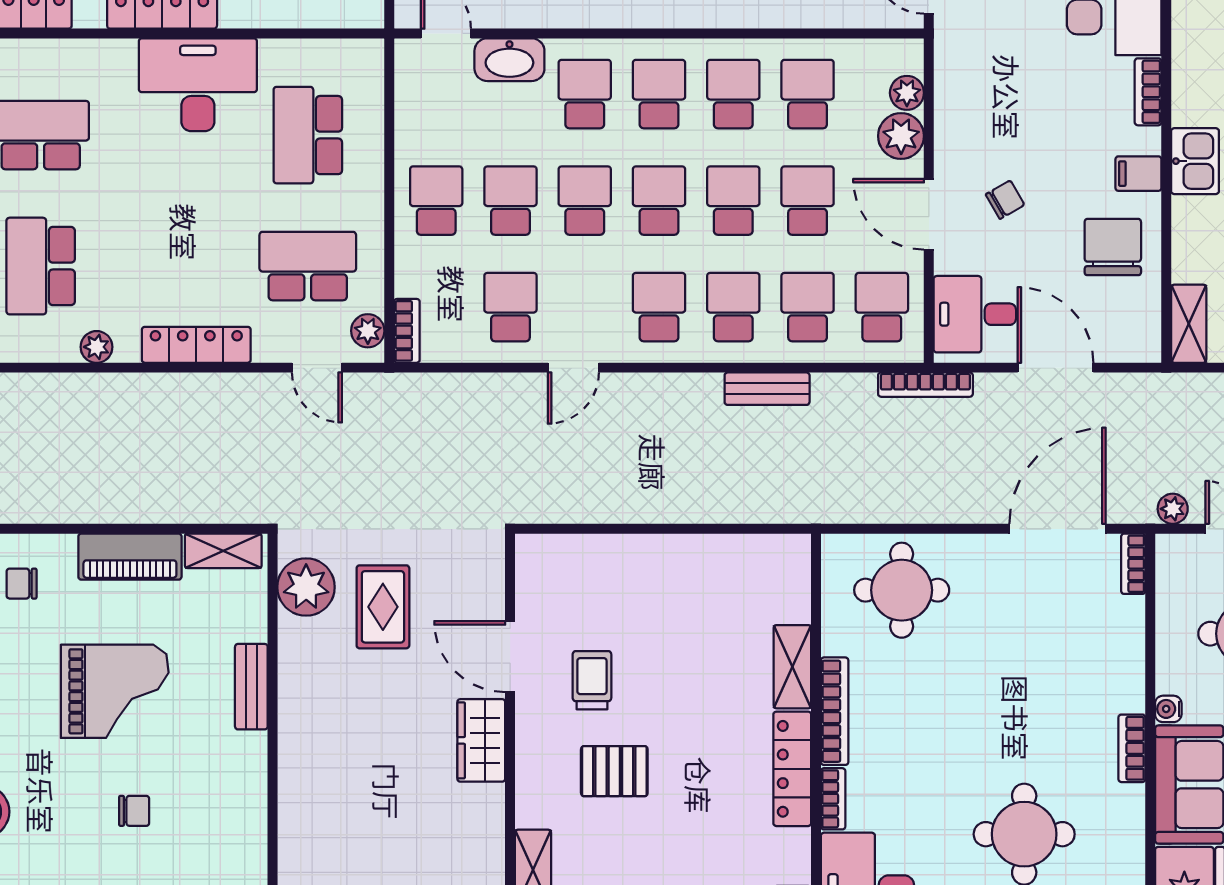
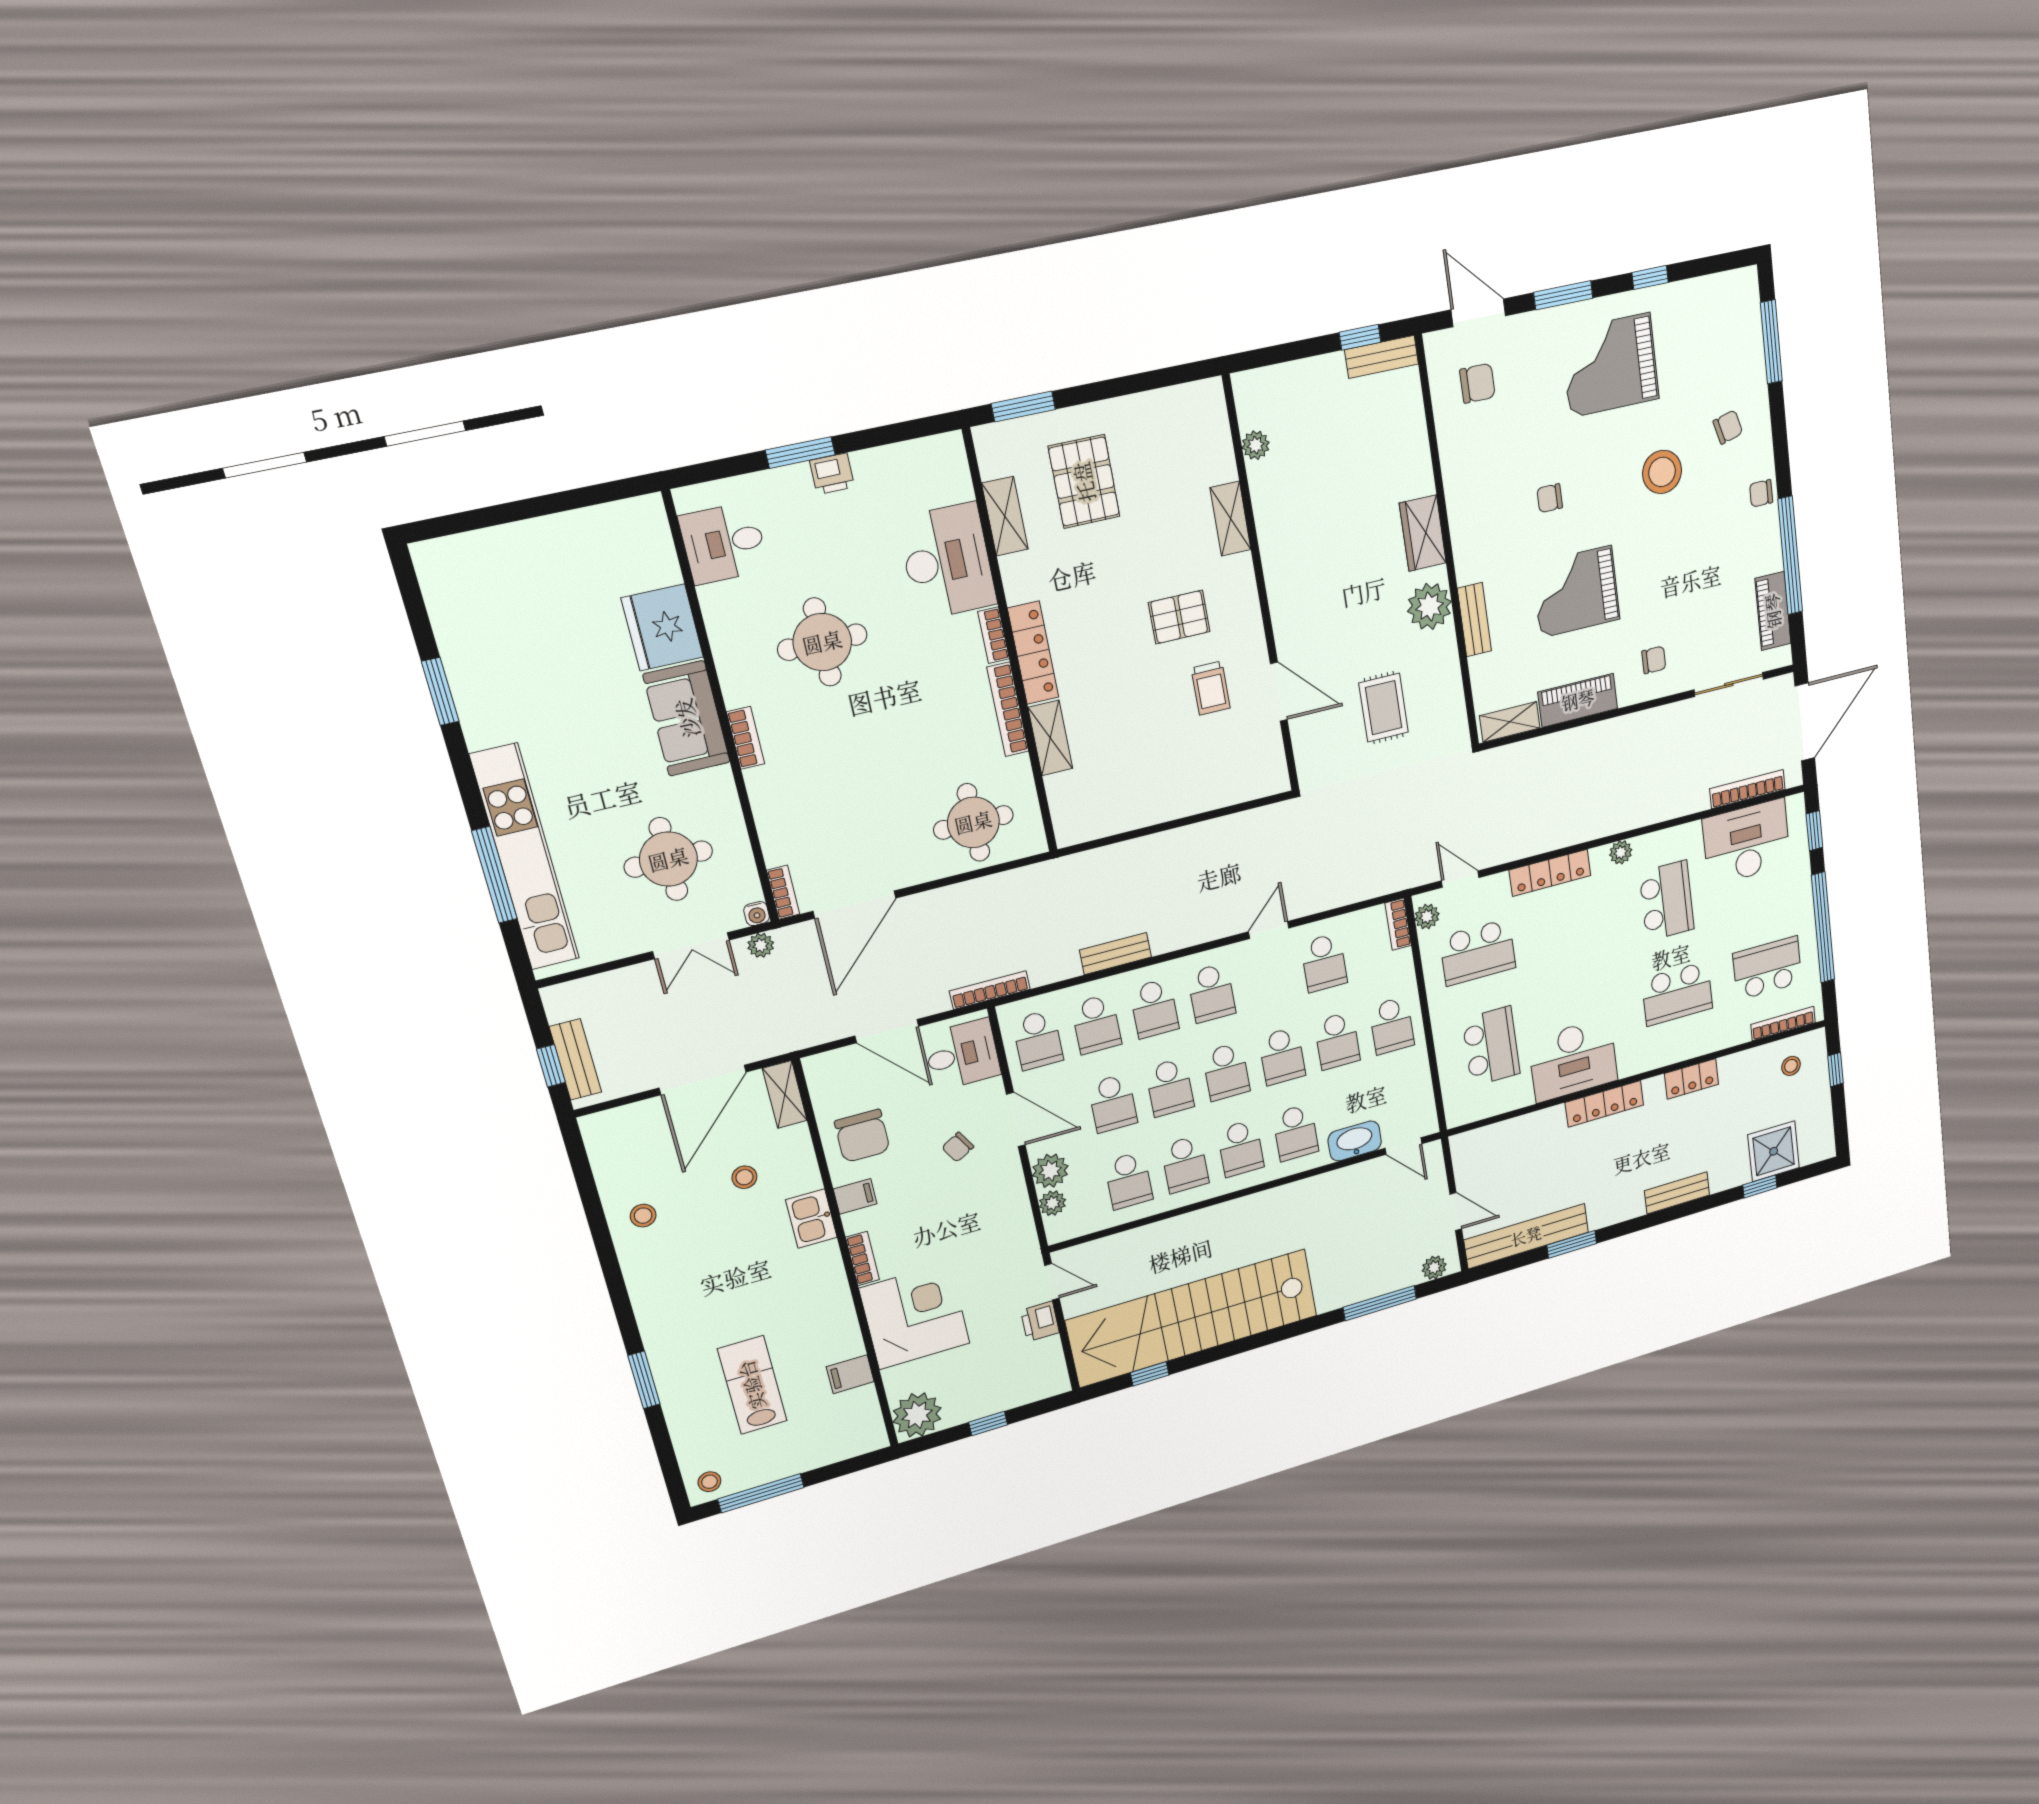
plant: (306, 587) -> (1430, 606), moved
water cooler: (1168, 709) -> (757, 914), moved, turned 90
wardrobe: (481, 740) -> (1423, 533), moved, turned 180

